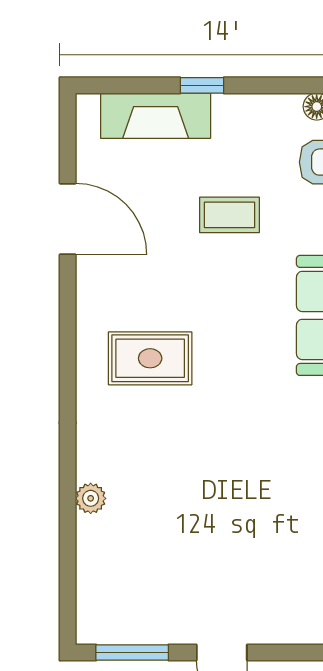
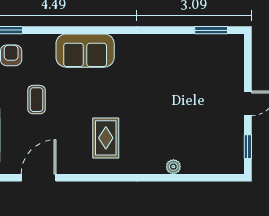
window: (132, 653) -> (248, 147), width x0.67

